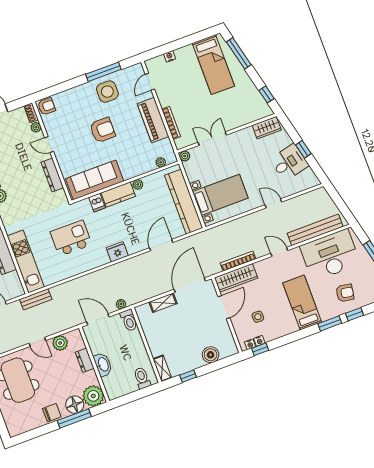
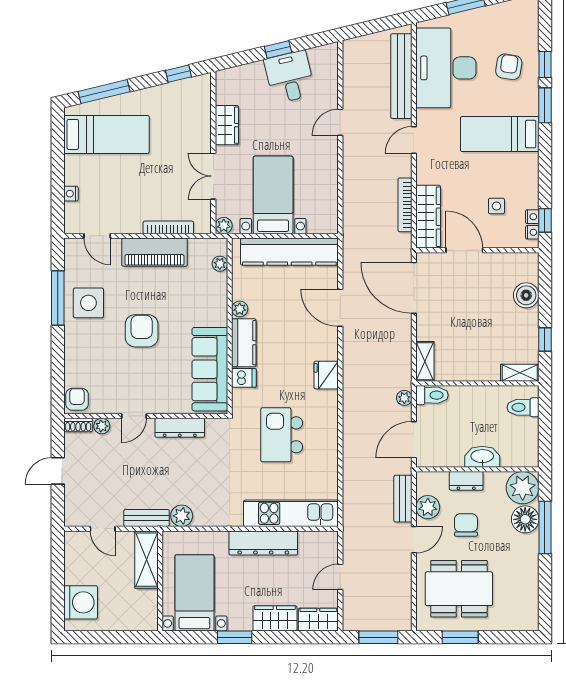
wardrobe: (267, 128) -> (227, 125), moved
bed with nightstands: (220, 195) -> (273, 195), moved
bench: (36, 299) -> (403, 499), moved
shelving: (163, 303) -> (425, 361), moved
chair: (52, 413) -> (466, 525), moved

